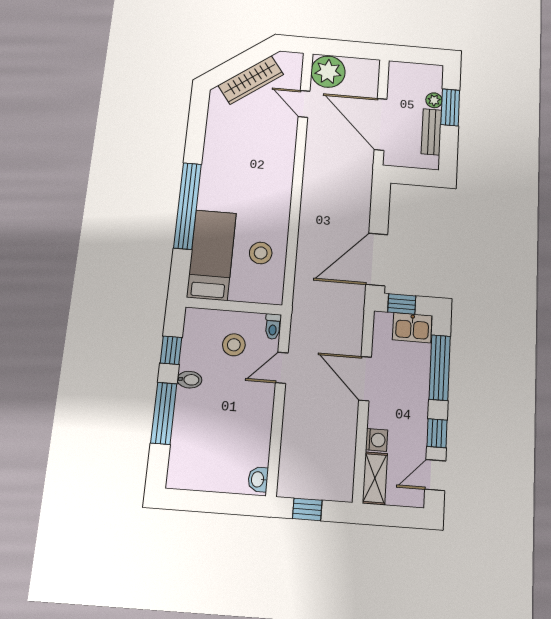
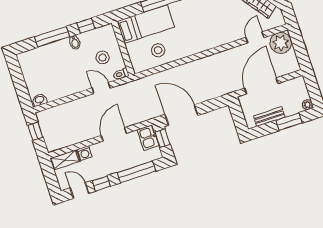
plant: (434, 100) -> (307, 105), moved
kitchen sink: (412, 328) -> (148, 138), moved

